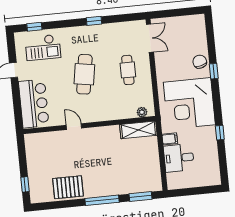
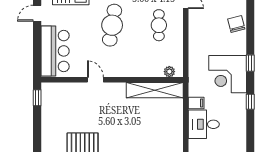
window: (214, 71) -> (250, 63), moved
corner desk: (189, 103) -> (228, 74), width x0.74, depth x0.74
shelving: (138, 130) -> (155, 90), width x1.47
window: (25, 184) -> (37, 98), moved

